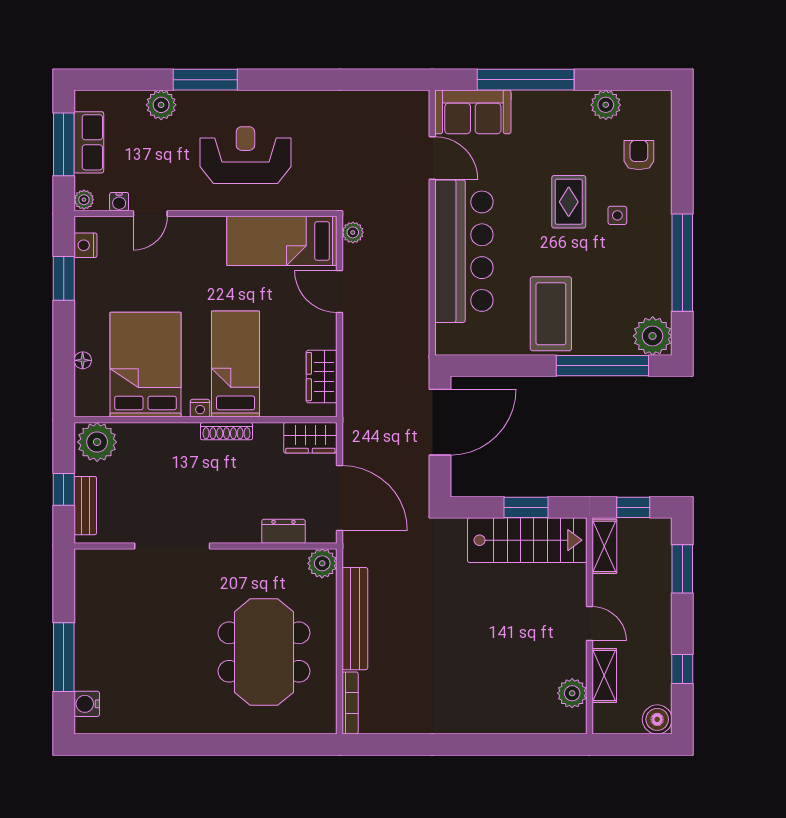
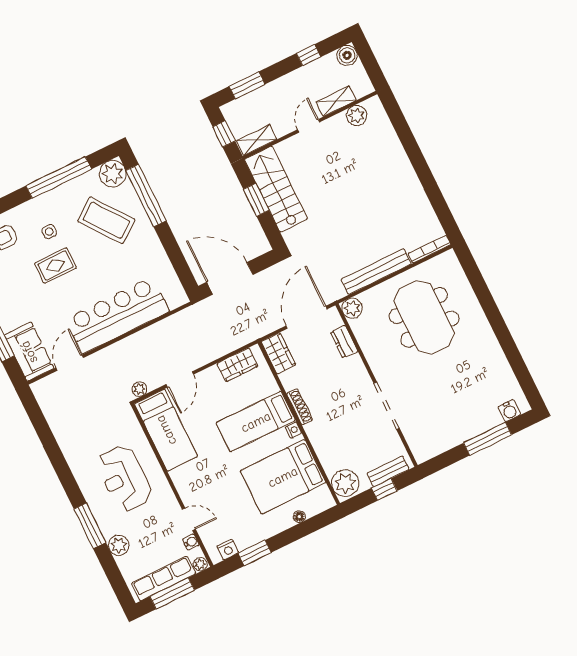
row of seats: (89, 142) -> (163, 579), width x1.48
coffee table: (551, 314) -> (106, 220), moved, turned 53
meeting table: (264, 652) -> (424, 317), turned 90

